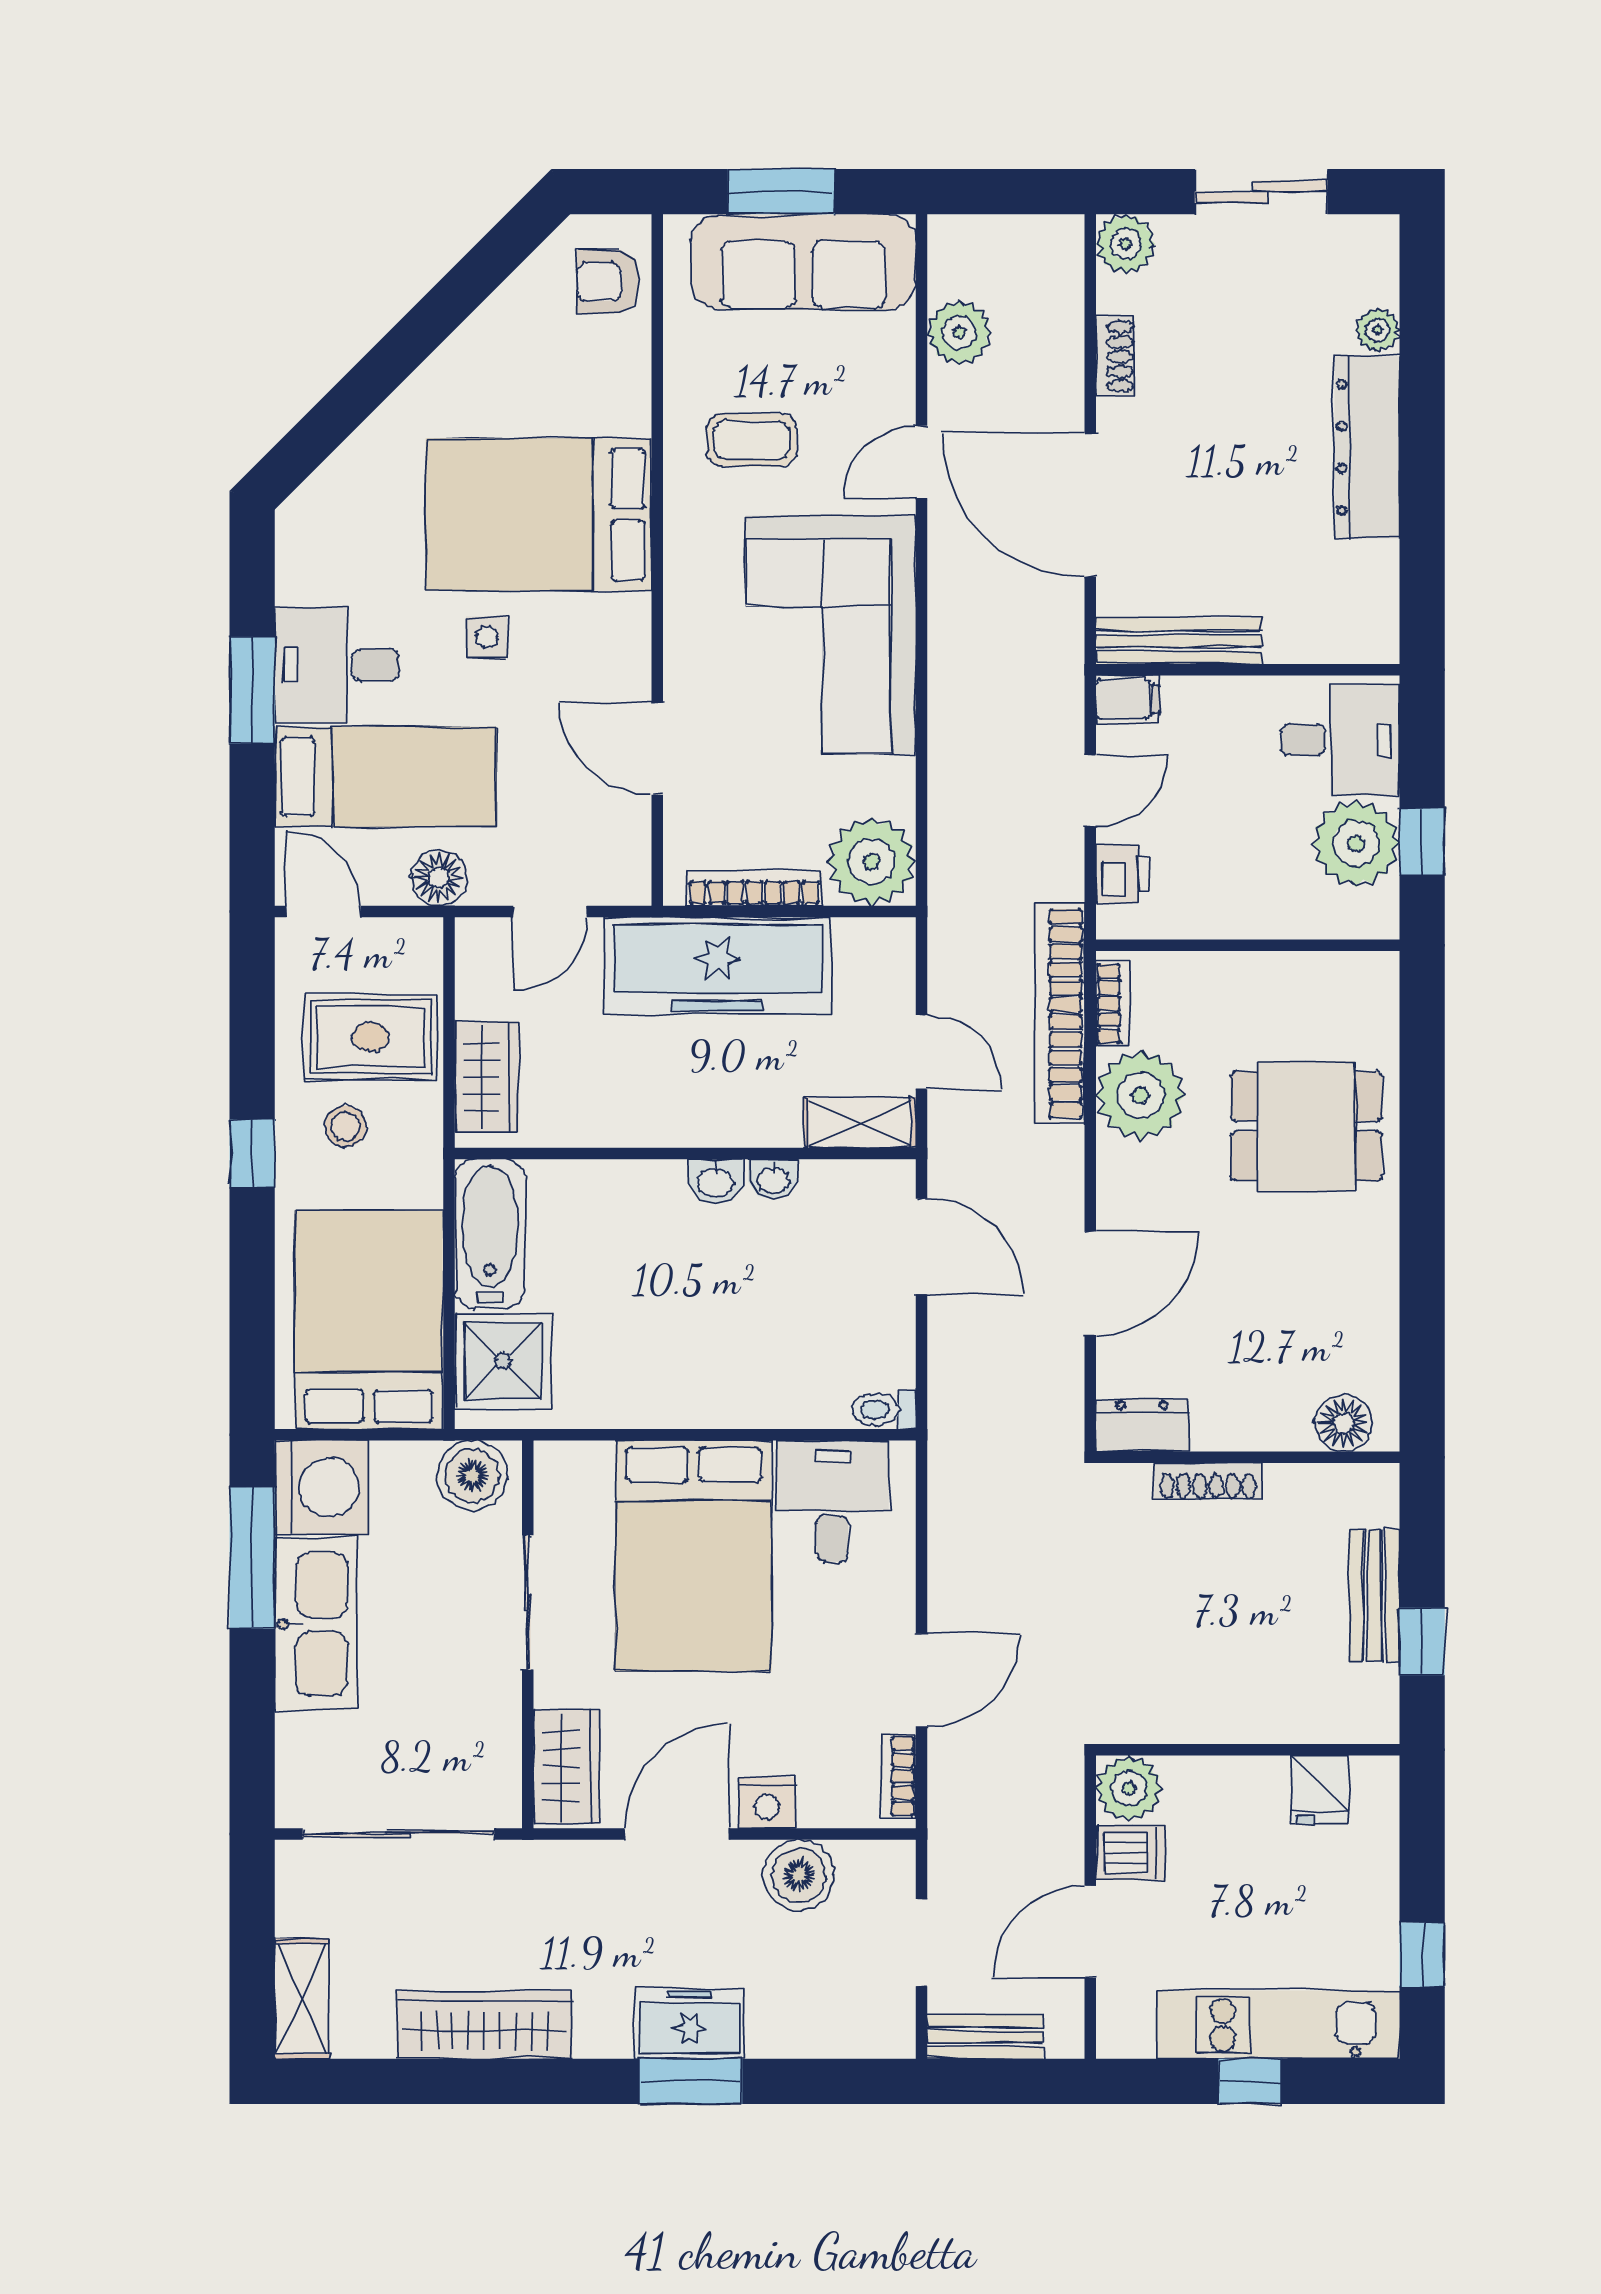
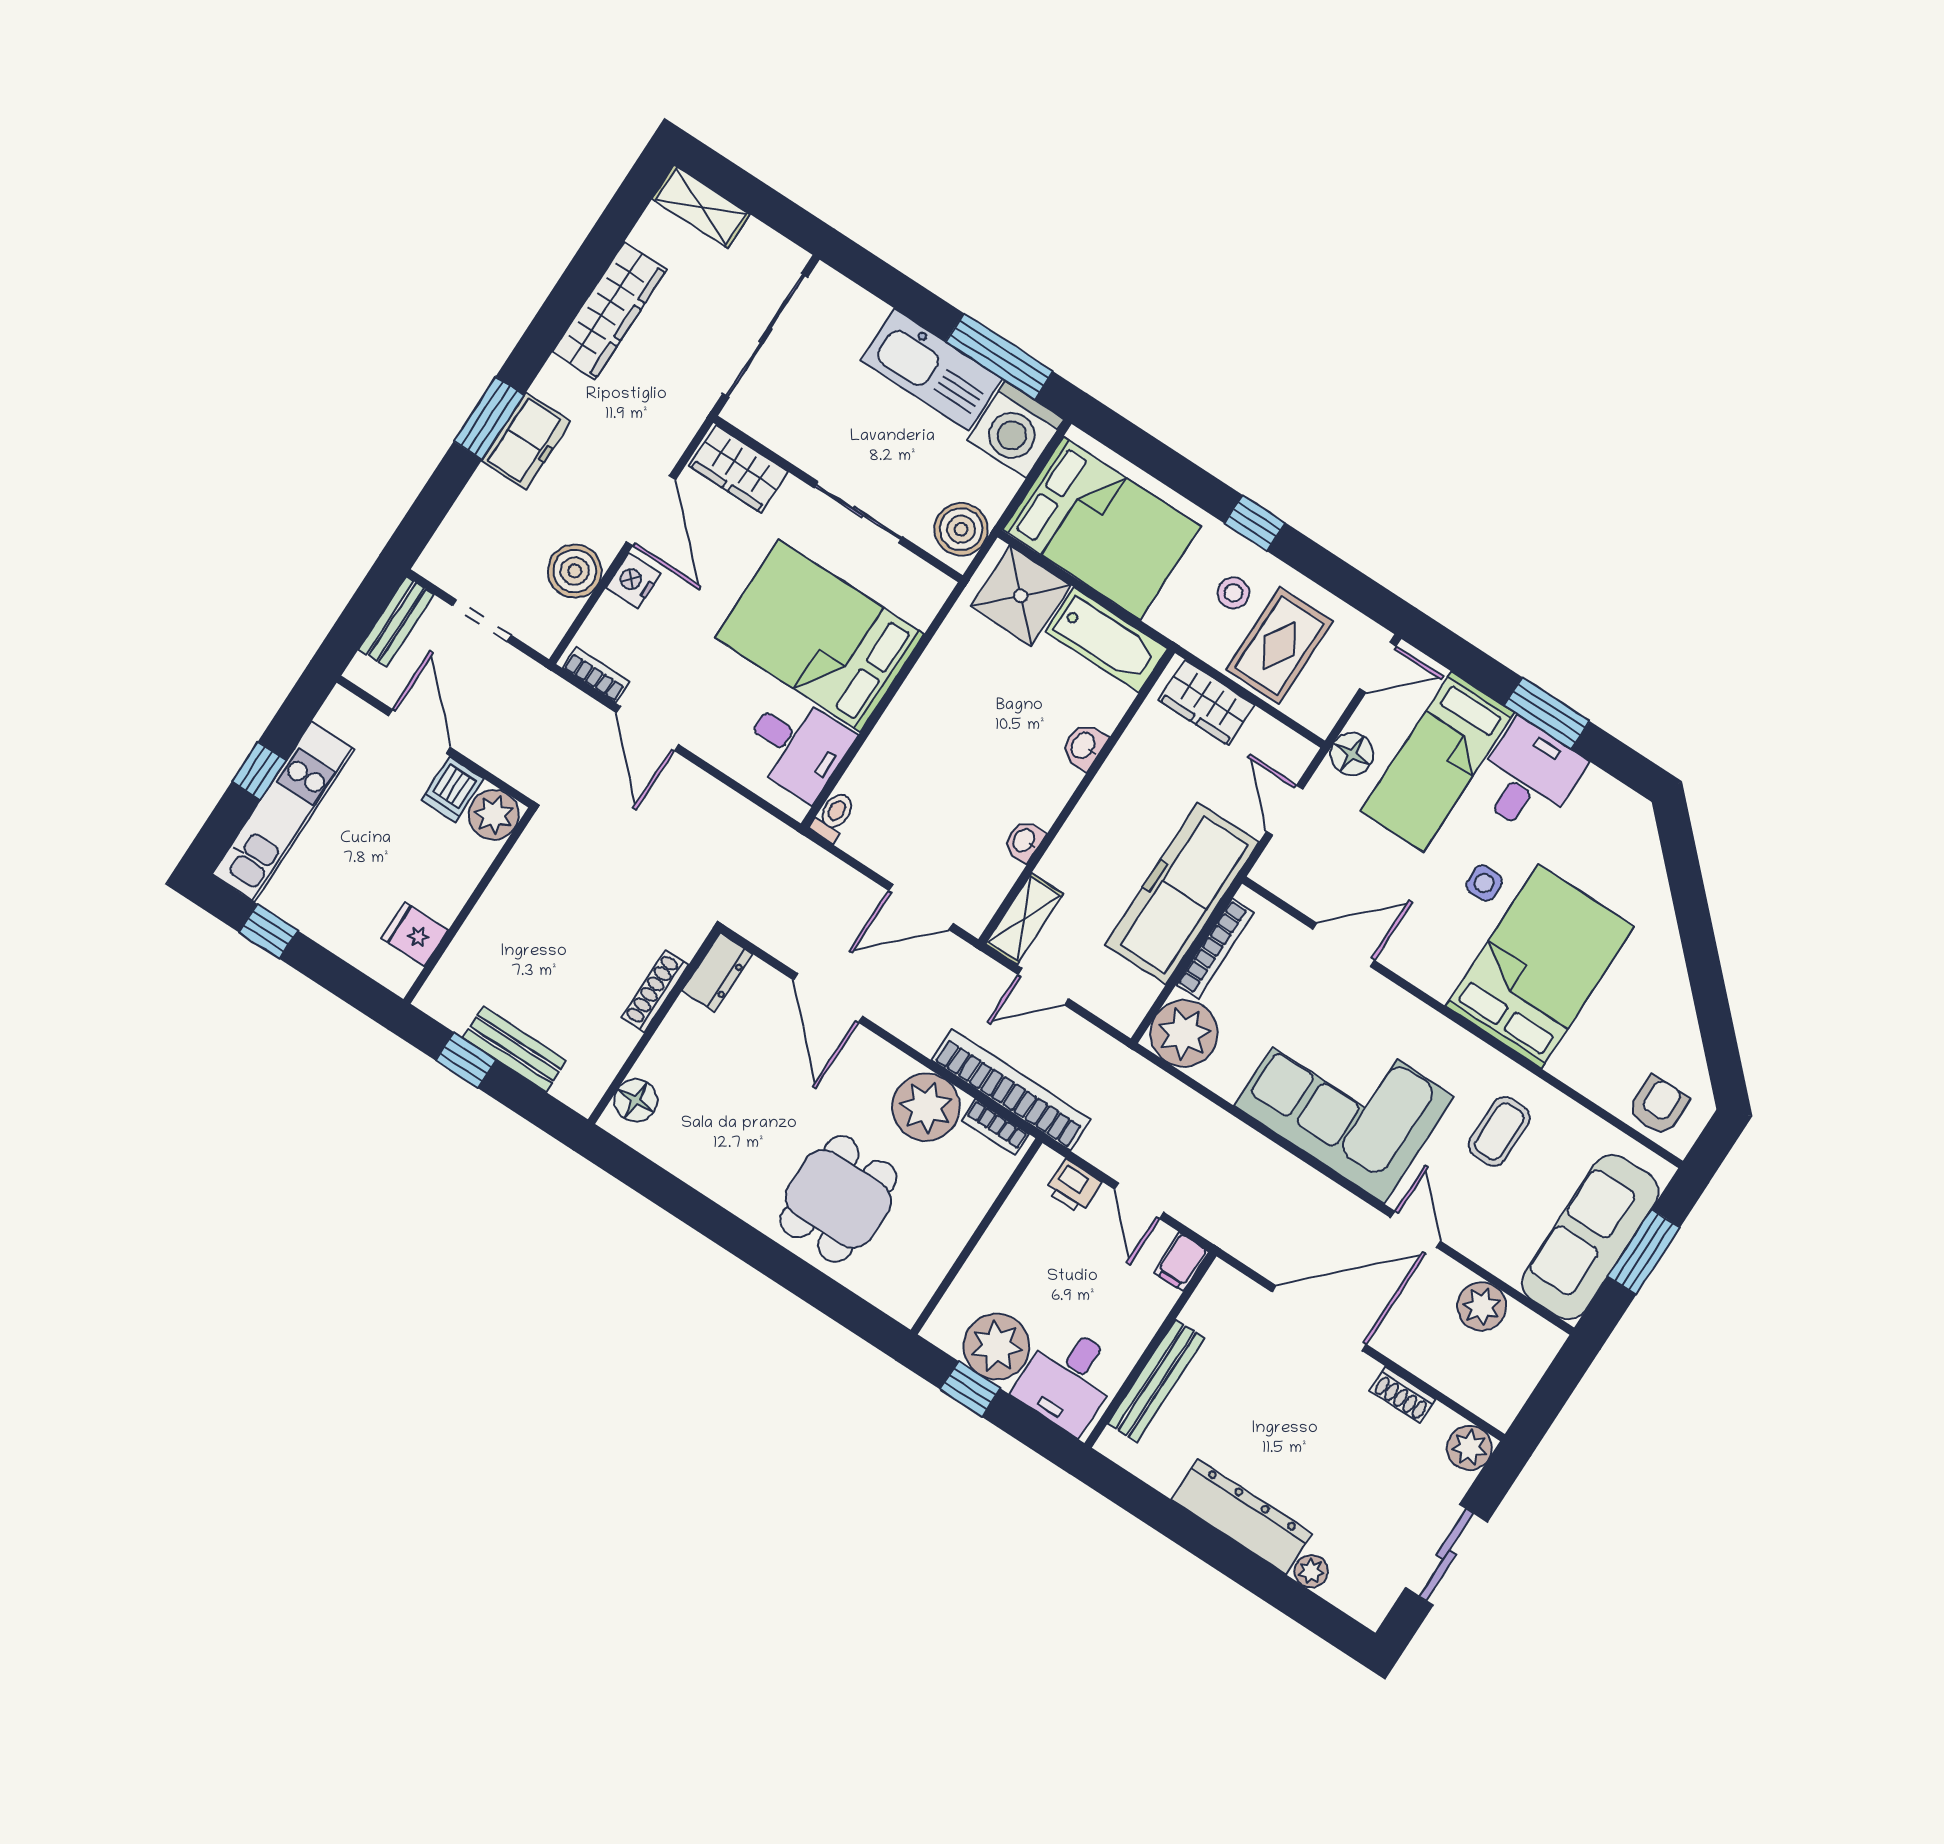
bench: (1179, 641) -> (1156, 1381), moved
washbasin: (716, 1182) -> (1084, 746), moved

